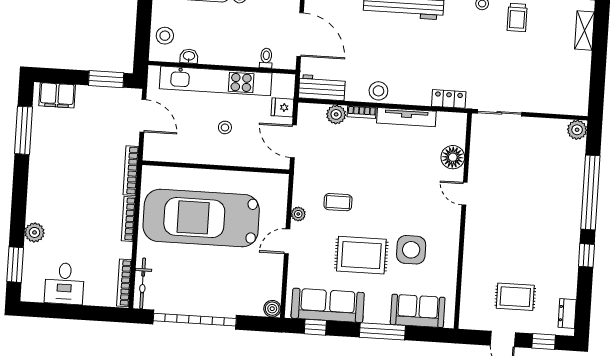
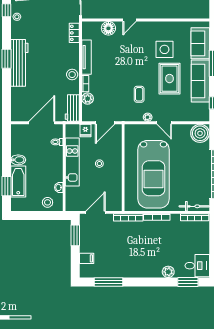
kitchen unit: (216, 81) -> (72, 162), width x0.73
filing cabinet: (57, 95) -> (87, 258), width x0.50
desk: (64, 283) -> (197, 266), moved
sofa: (328, 305) -> (200, 81), moved
boiler: (272, 309) -> (200, 133), width x1.86, depth x1.86

